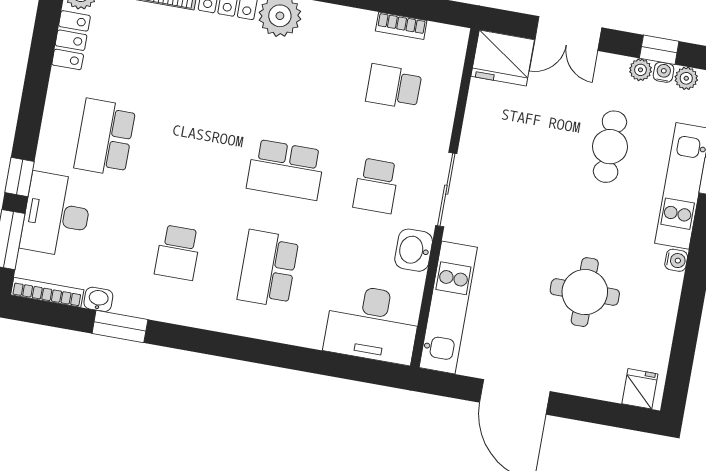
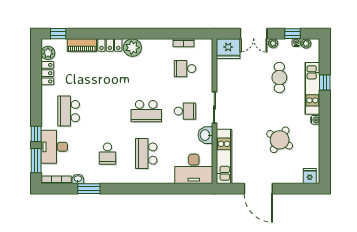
plant: (640, 70) -> (273, 43), moved
school desk: (376, 186) -> (185, 111), turned -90
round table: (585, 292) -> (280, 140), turned 32

